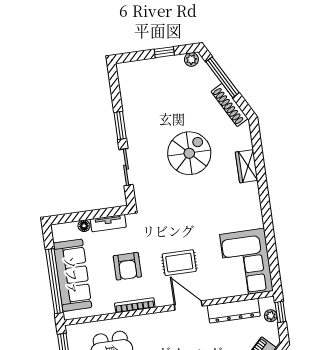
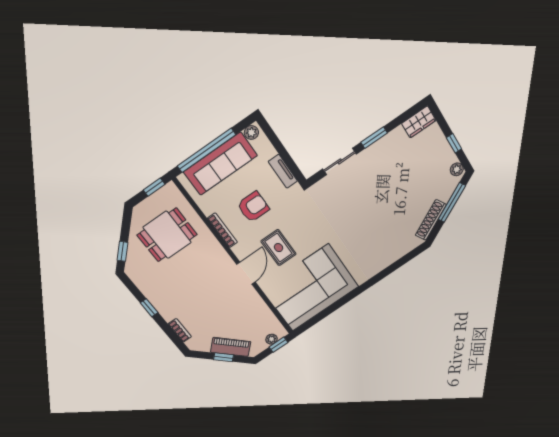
spiral stairs: (189, 153) -> (376, 208), removed
wardrobe: (247, 166) -> (419, 122), moved, turned 180
floor lamp: (84, 226) -> (270, 151), removed
plant: (59, 234) -> (251, 132), added
corner sofa: (246, 263) -> (310, 288), width x1.36, depth x1.36
armchair: (127, 266) -> (253, 207), turned 180
dresser: (234, 311) -> (261, 310), removed

